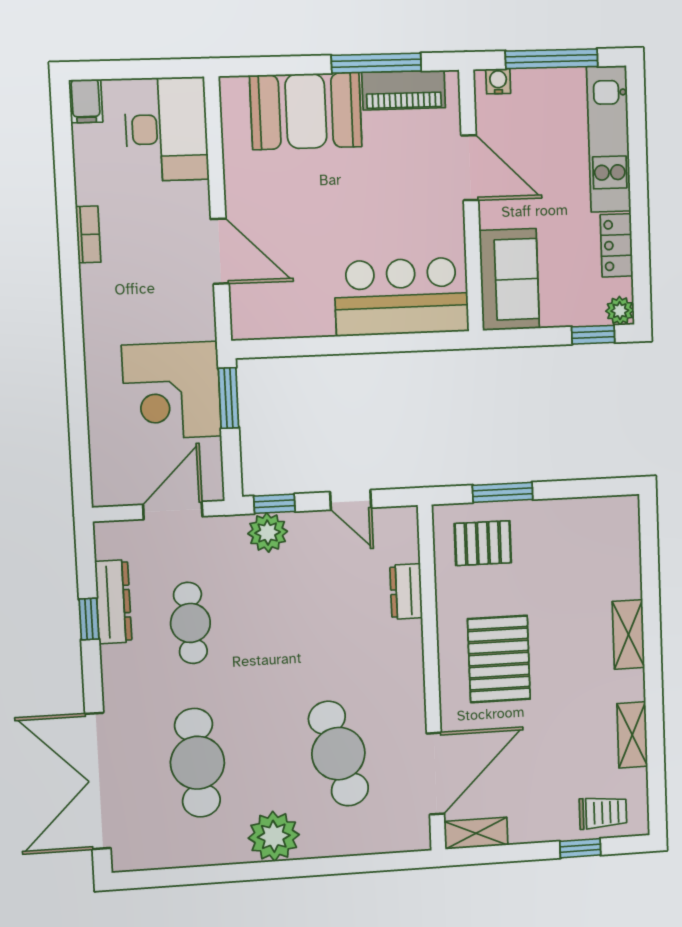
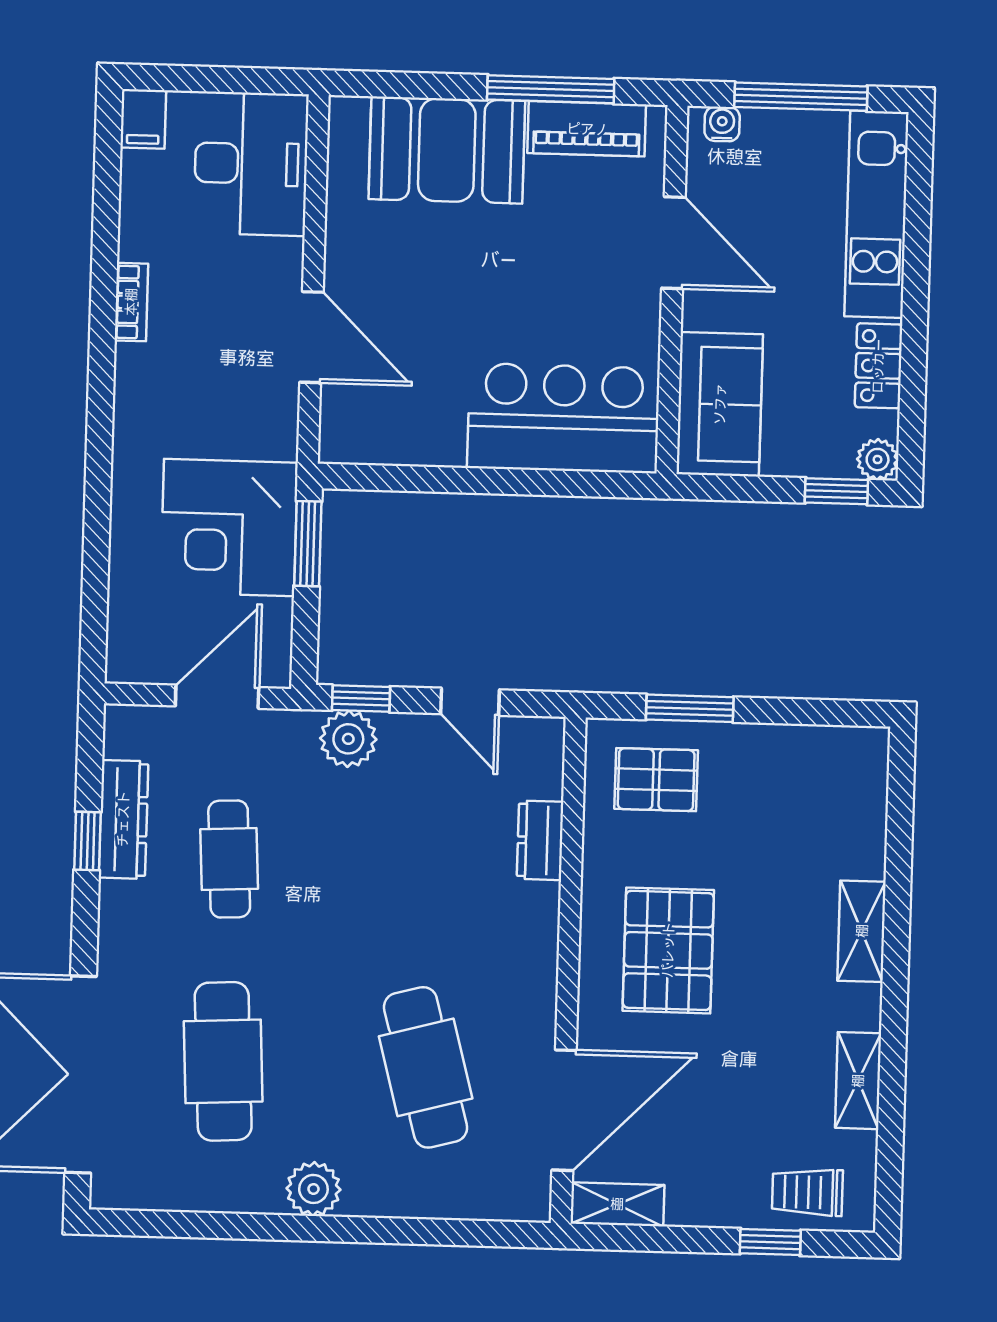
trolley: (603, 813) -> (807, 1192), turned 180
plant: (274, 836) -> (313, 1189), width x0.73, depth x0.73

